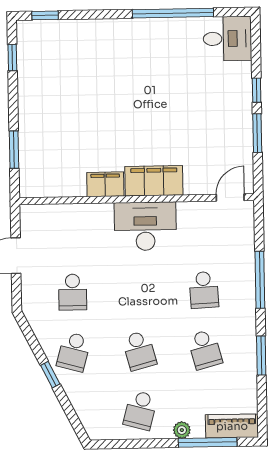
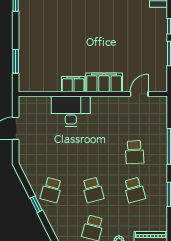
door: (230, 197) -> (139, 94), moved
desk: (145, 226) -> (71, 111), moved
school desk: (73, 292) -> (51, 152), removed

